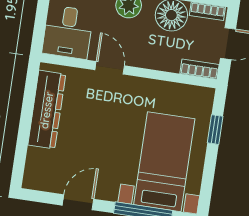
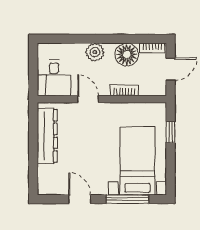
bookcase: (199, 69) -> (124, 90), moved
door: (78, 202) -> (80, 199), hinge flipped

